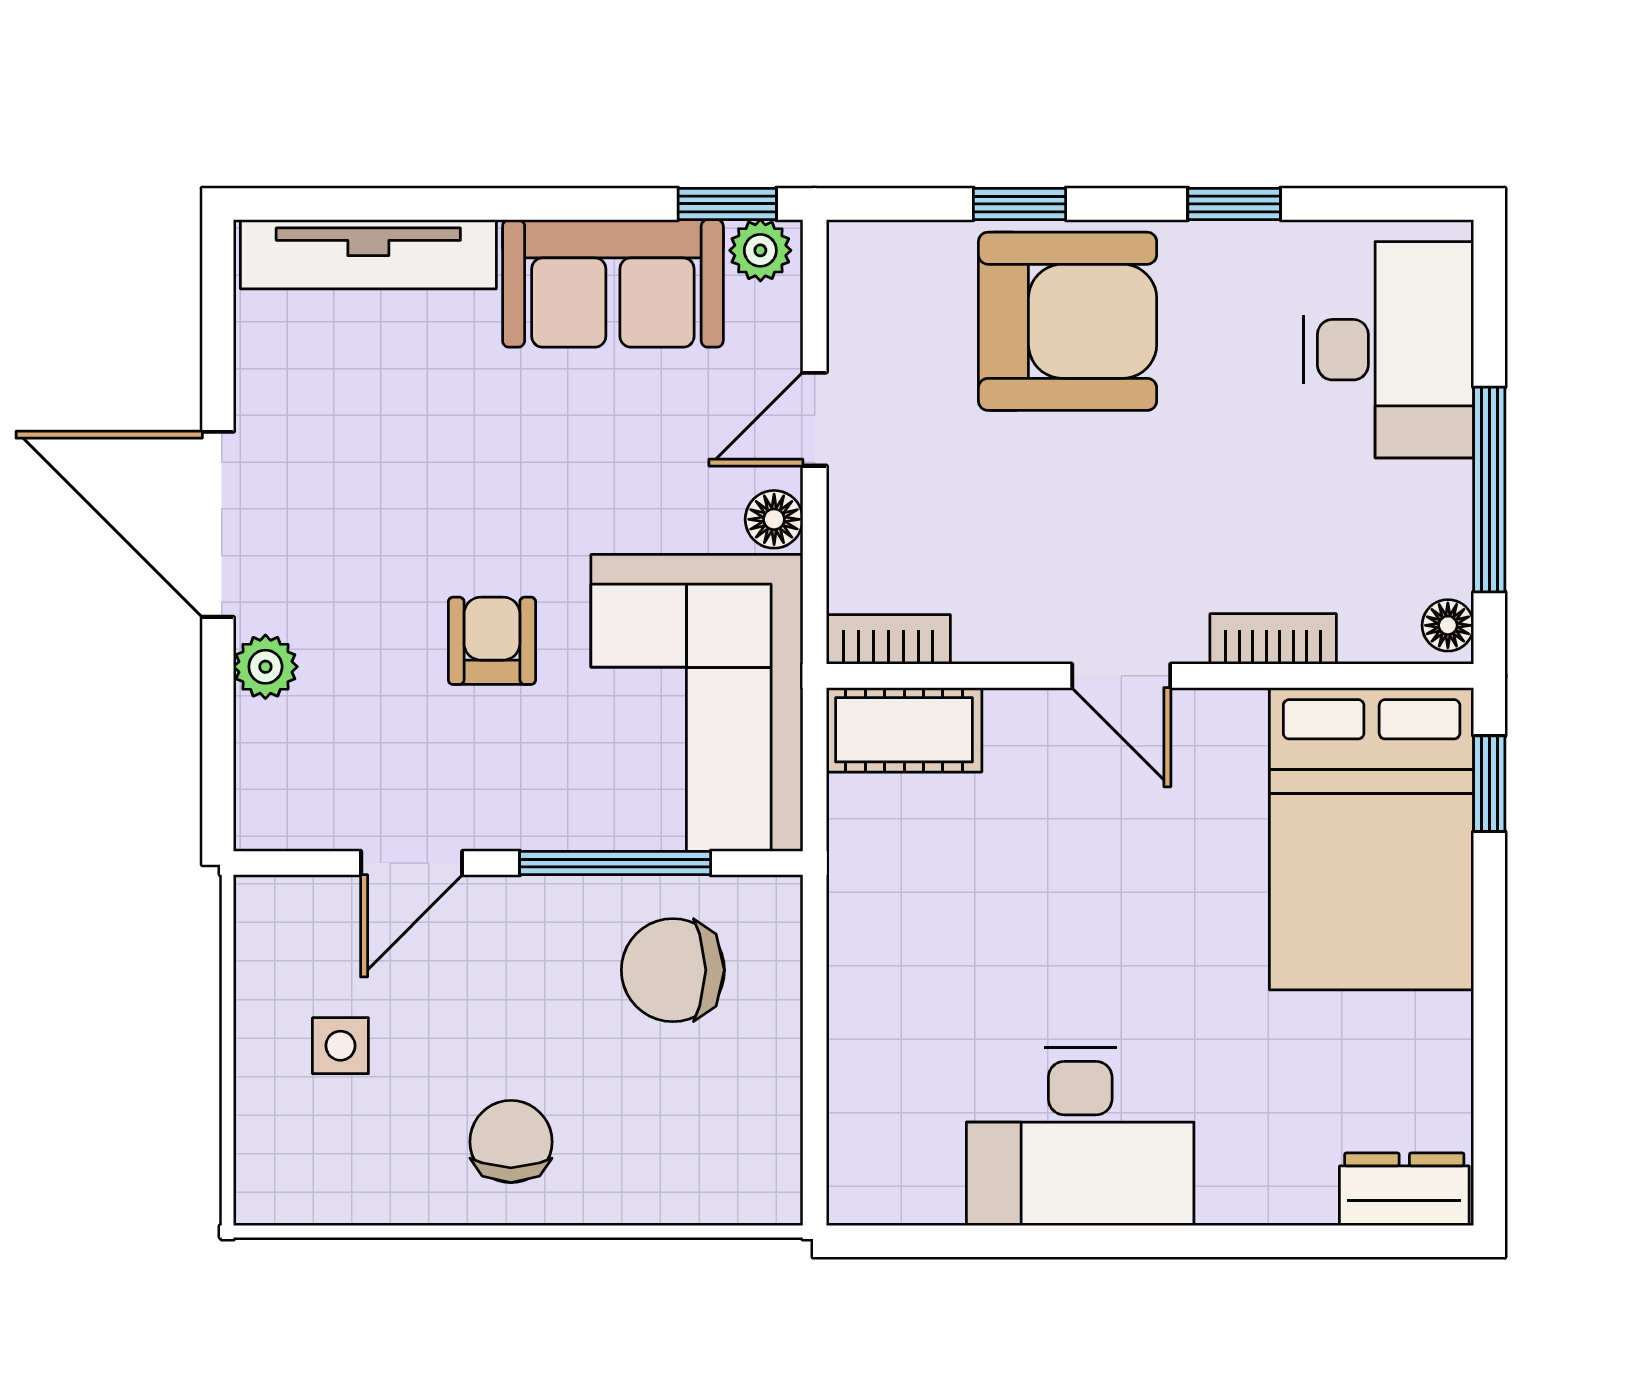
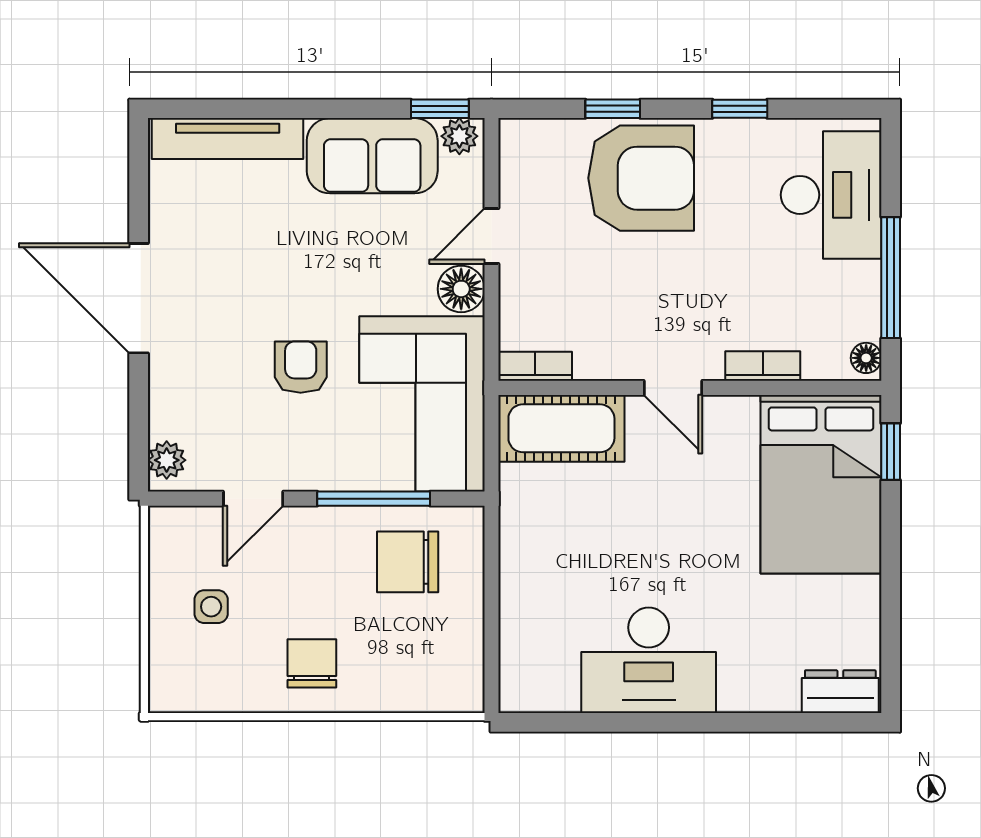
floor lamp: (774, 519) -> (461, 289), width x1.37, depth x1.37
plant: (265, 667) -> (167, 460), moved
cot: (904, 730) -> (561, 428), width x1.37, depth x1.34

